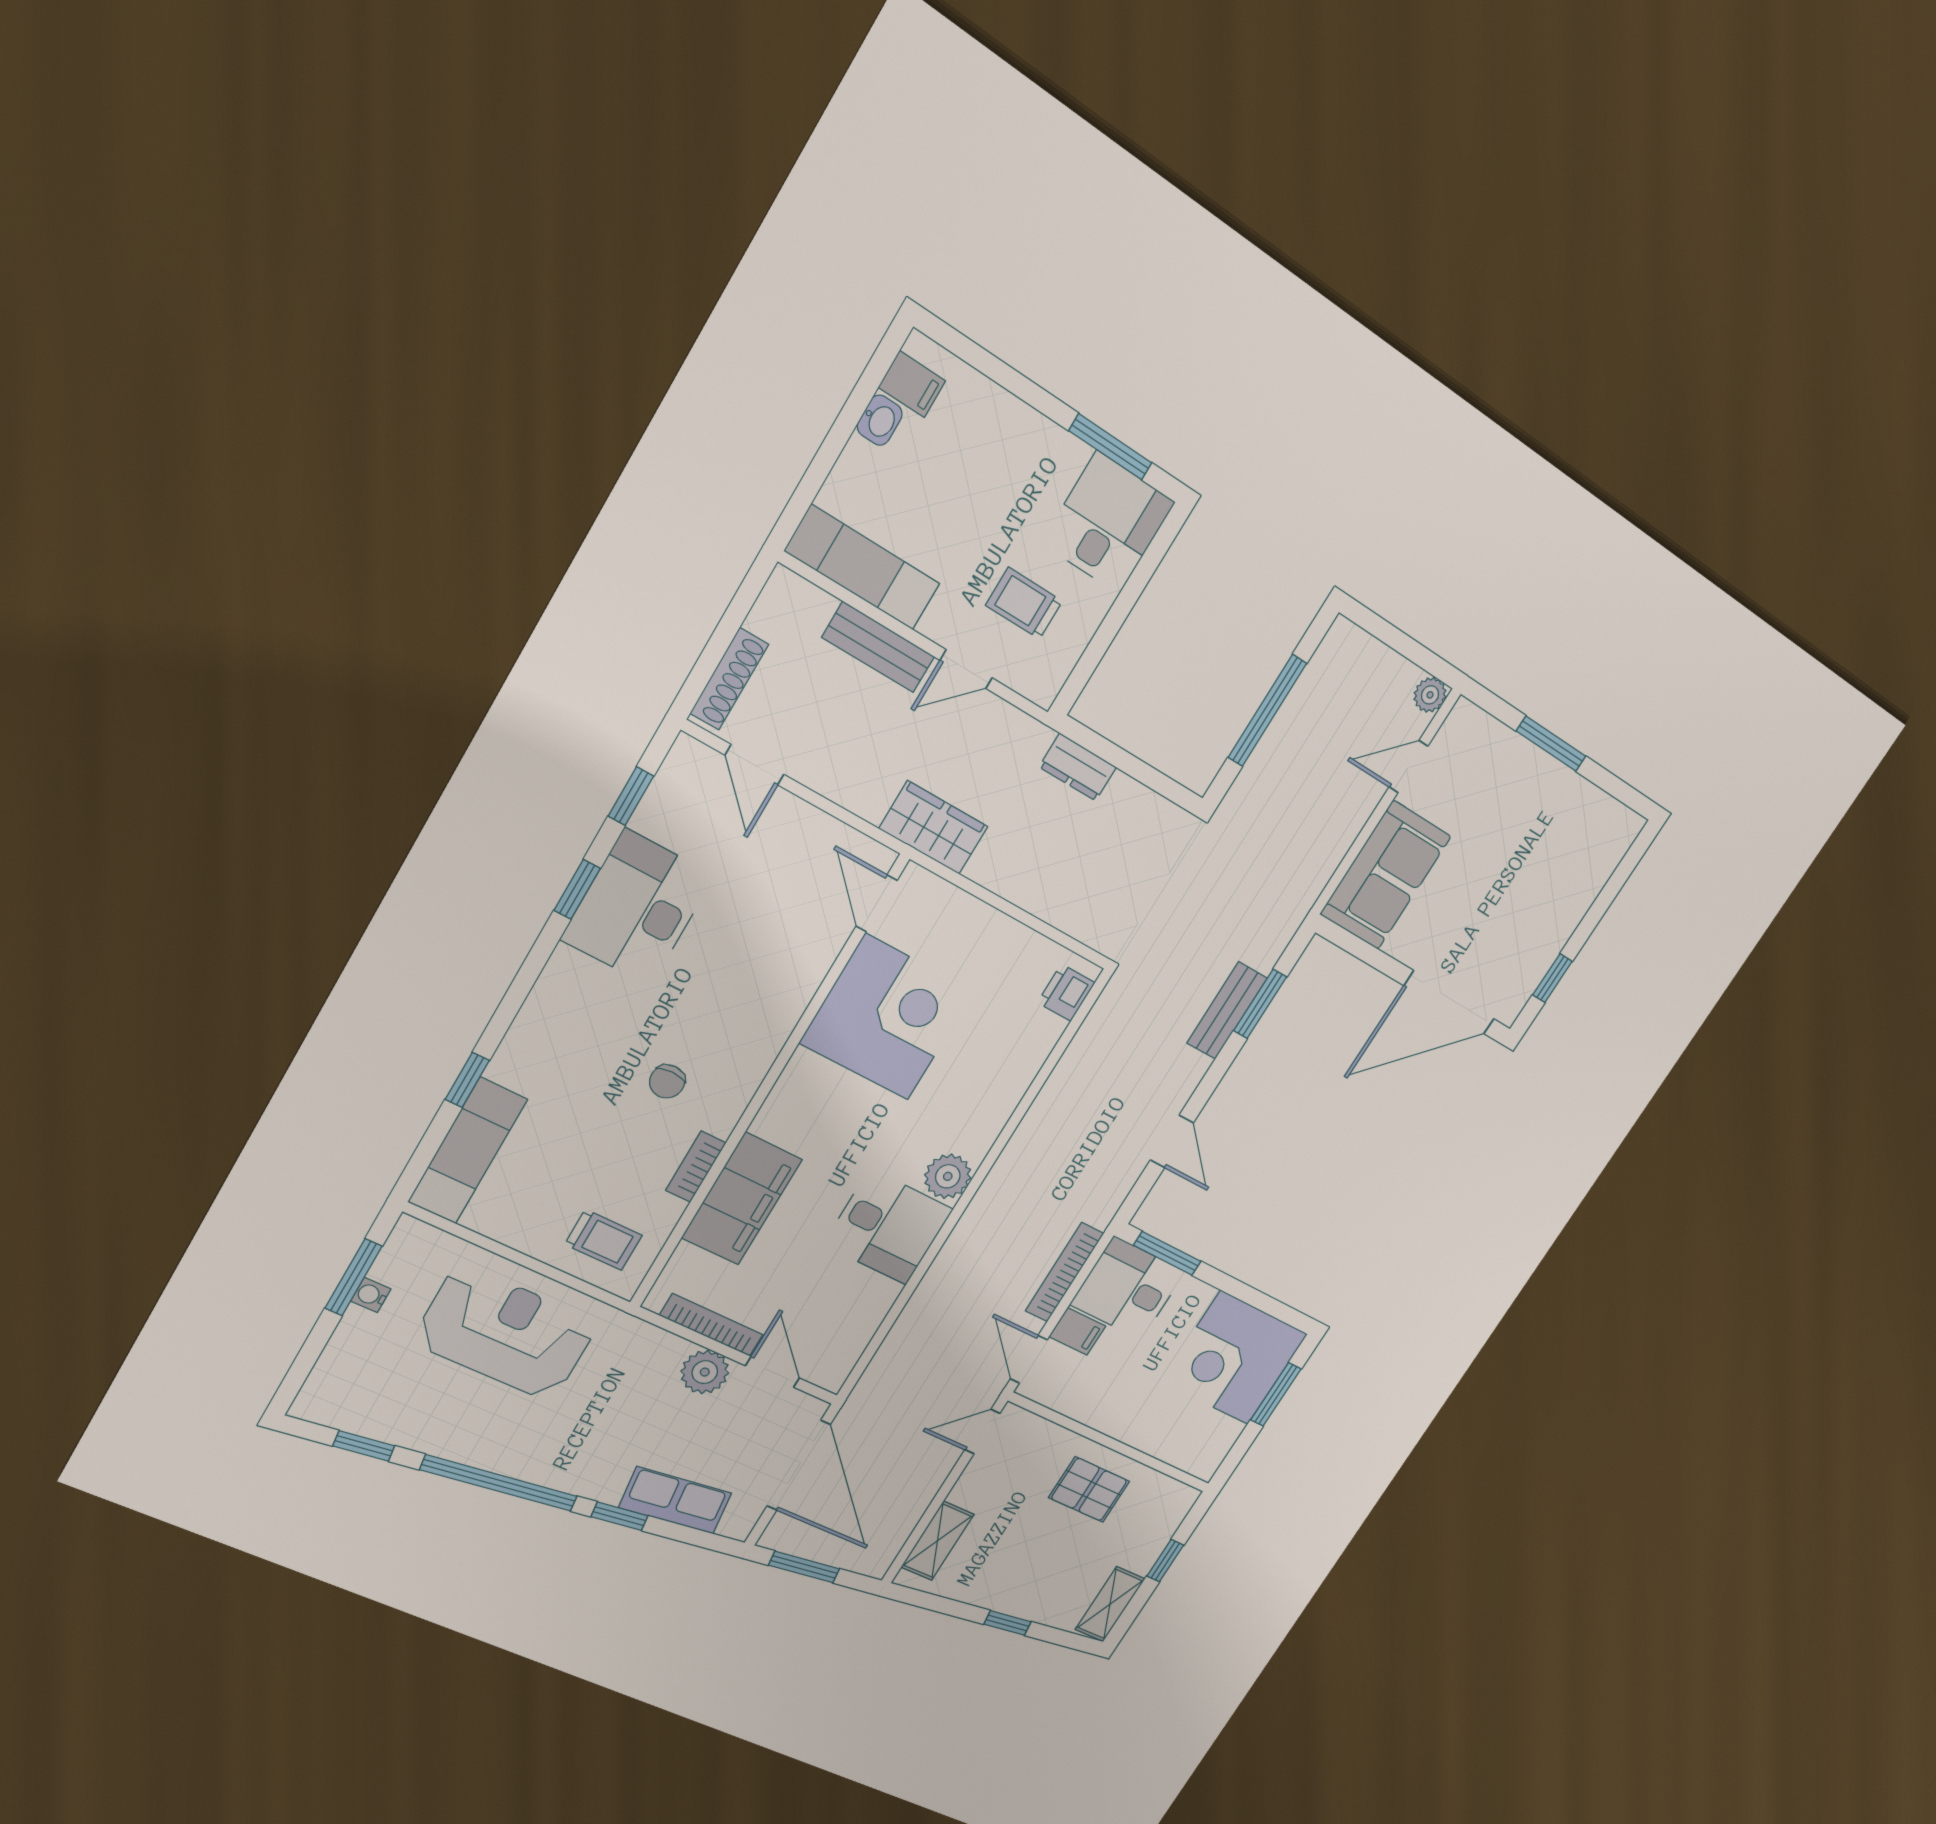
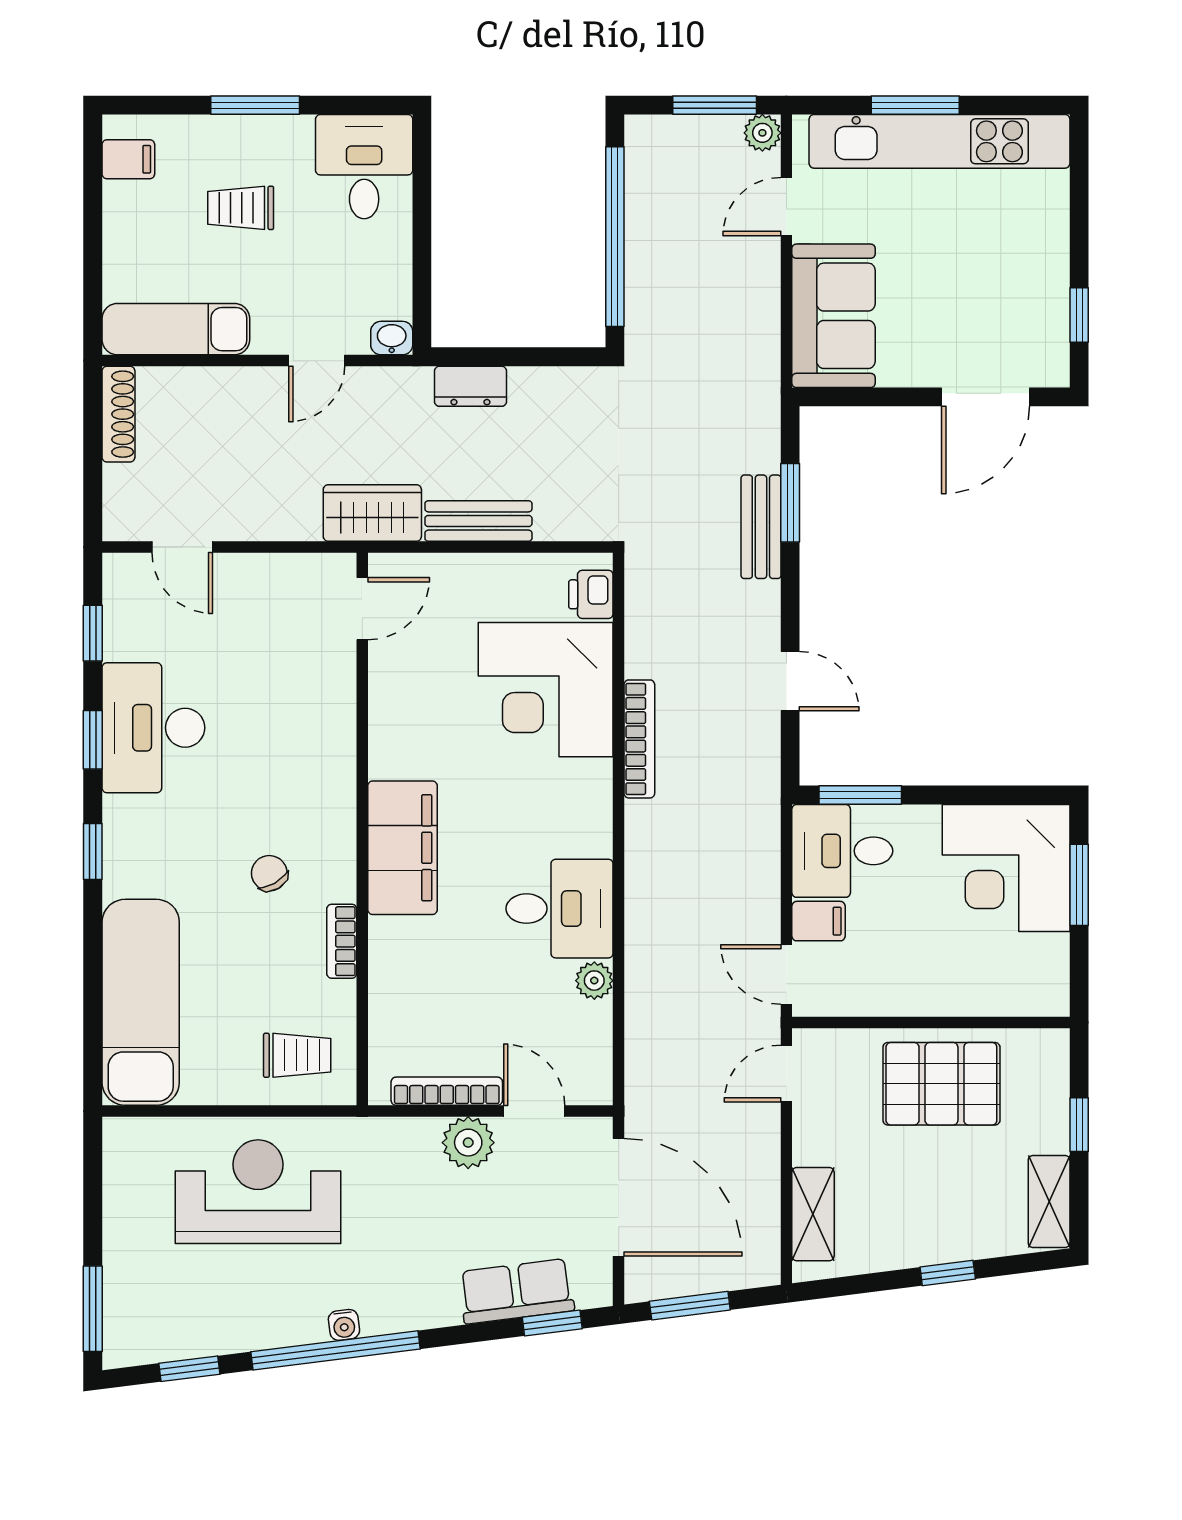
washbasin: (880, 420) -> (392, 338), moved, turned -90
window: (1110, 447) -> (255, 105), moved
trolley: (1024, 603) -> (241, 208), moved
bench: (878, 647) -> (478, 521), moved
window: (1410, 649) -> (715, 105), added
shoe rack: (729, 679) -> (118, 414), moved
window: (1267, 711) -> (615, 237), width x1.46
kitchen unit: (1549, 784) -> (940, 141), added
door: (877, 903) -> (362, 609), swing flipped
door: (1449, 1002) -> (986, 397), width x0.73
corner desk: (887, 1017) -> (546, 690), moved, turned 180
window: (467, 1080) -> (93, 851), moved
chair: (667, 1081) -> (269, 873), turned 150
exam couch: (468, 1151) -> (141, 1002), width x1.36, depth x1.45
plant: (948, 1176) -> (594, 981), moved, width x0.73, depth x0.73
filing cabinet: (742, 1199) -> (403, 848), moved
bookcase: (1064, 1272) -> (639, 739), moved, turned 180
window: (354, 1277) -> (93, 1309), moved
water cooler: (371, 1295) -> (344, 1325), moved, turned -97
pallet: (1089, 1490) -> (941, 1084), width x1.50, depth x1.42
window: (620, 1516) -> (552, 1323), moved

